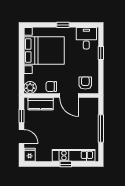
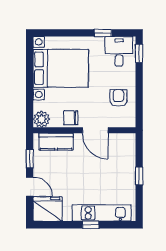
window: (63, 25) -> (103, 33), moved
window: (101, 53) -> (139, 53), moved
armchair: (85, 83) -> (118, 98), moved
window: (101, 129) -> (139, 176), width x0.46
fridge: (30, 155) -> (48, 209), width x1.88, depth x1.34

